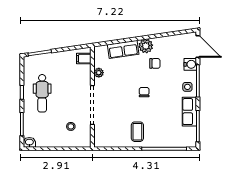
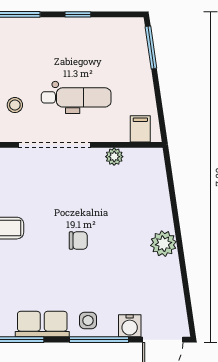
row of seats: (123, 49) -> (157, 202), removed
chair: (155, 63) -> (131, 260), removed
dental chair: (42, 93) -> (76, 97), moved, turned 180

